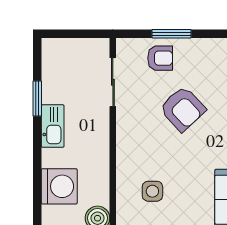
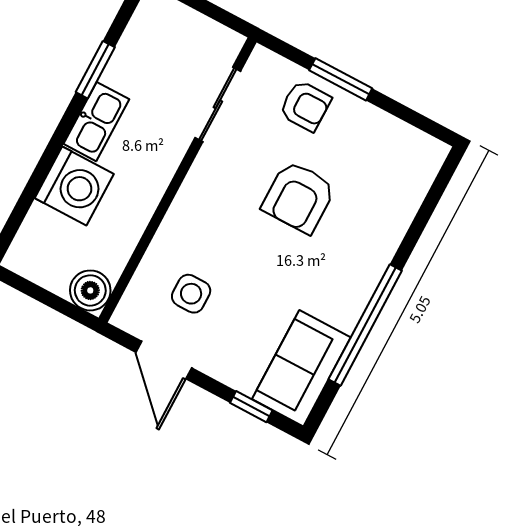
armchair: (183, 109) -> (299, 197), turned 43
washing machine: (59, 186) -> (74, 186), moved

